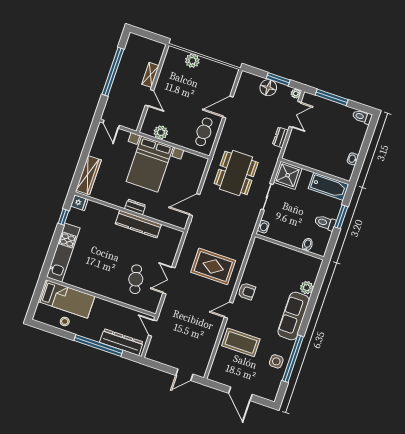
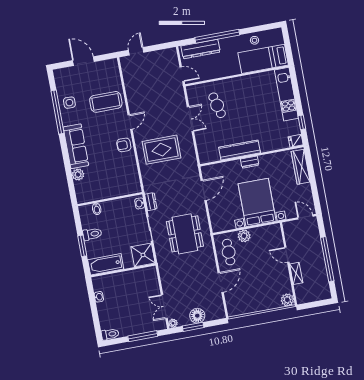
plant: (192, 61) -> (287, 300), moved
plant: (161, 132) -> (244, 236), moved
dresser: (280, 137) -> (151, 202), moved

